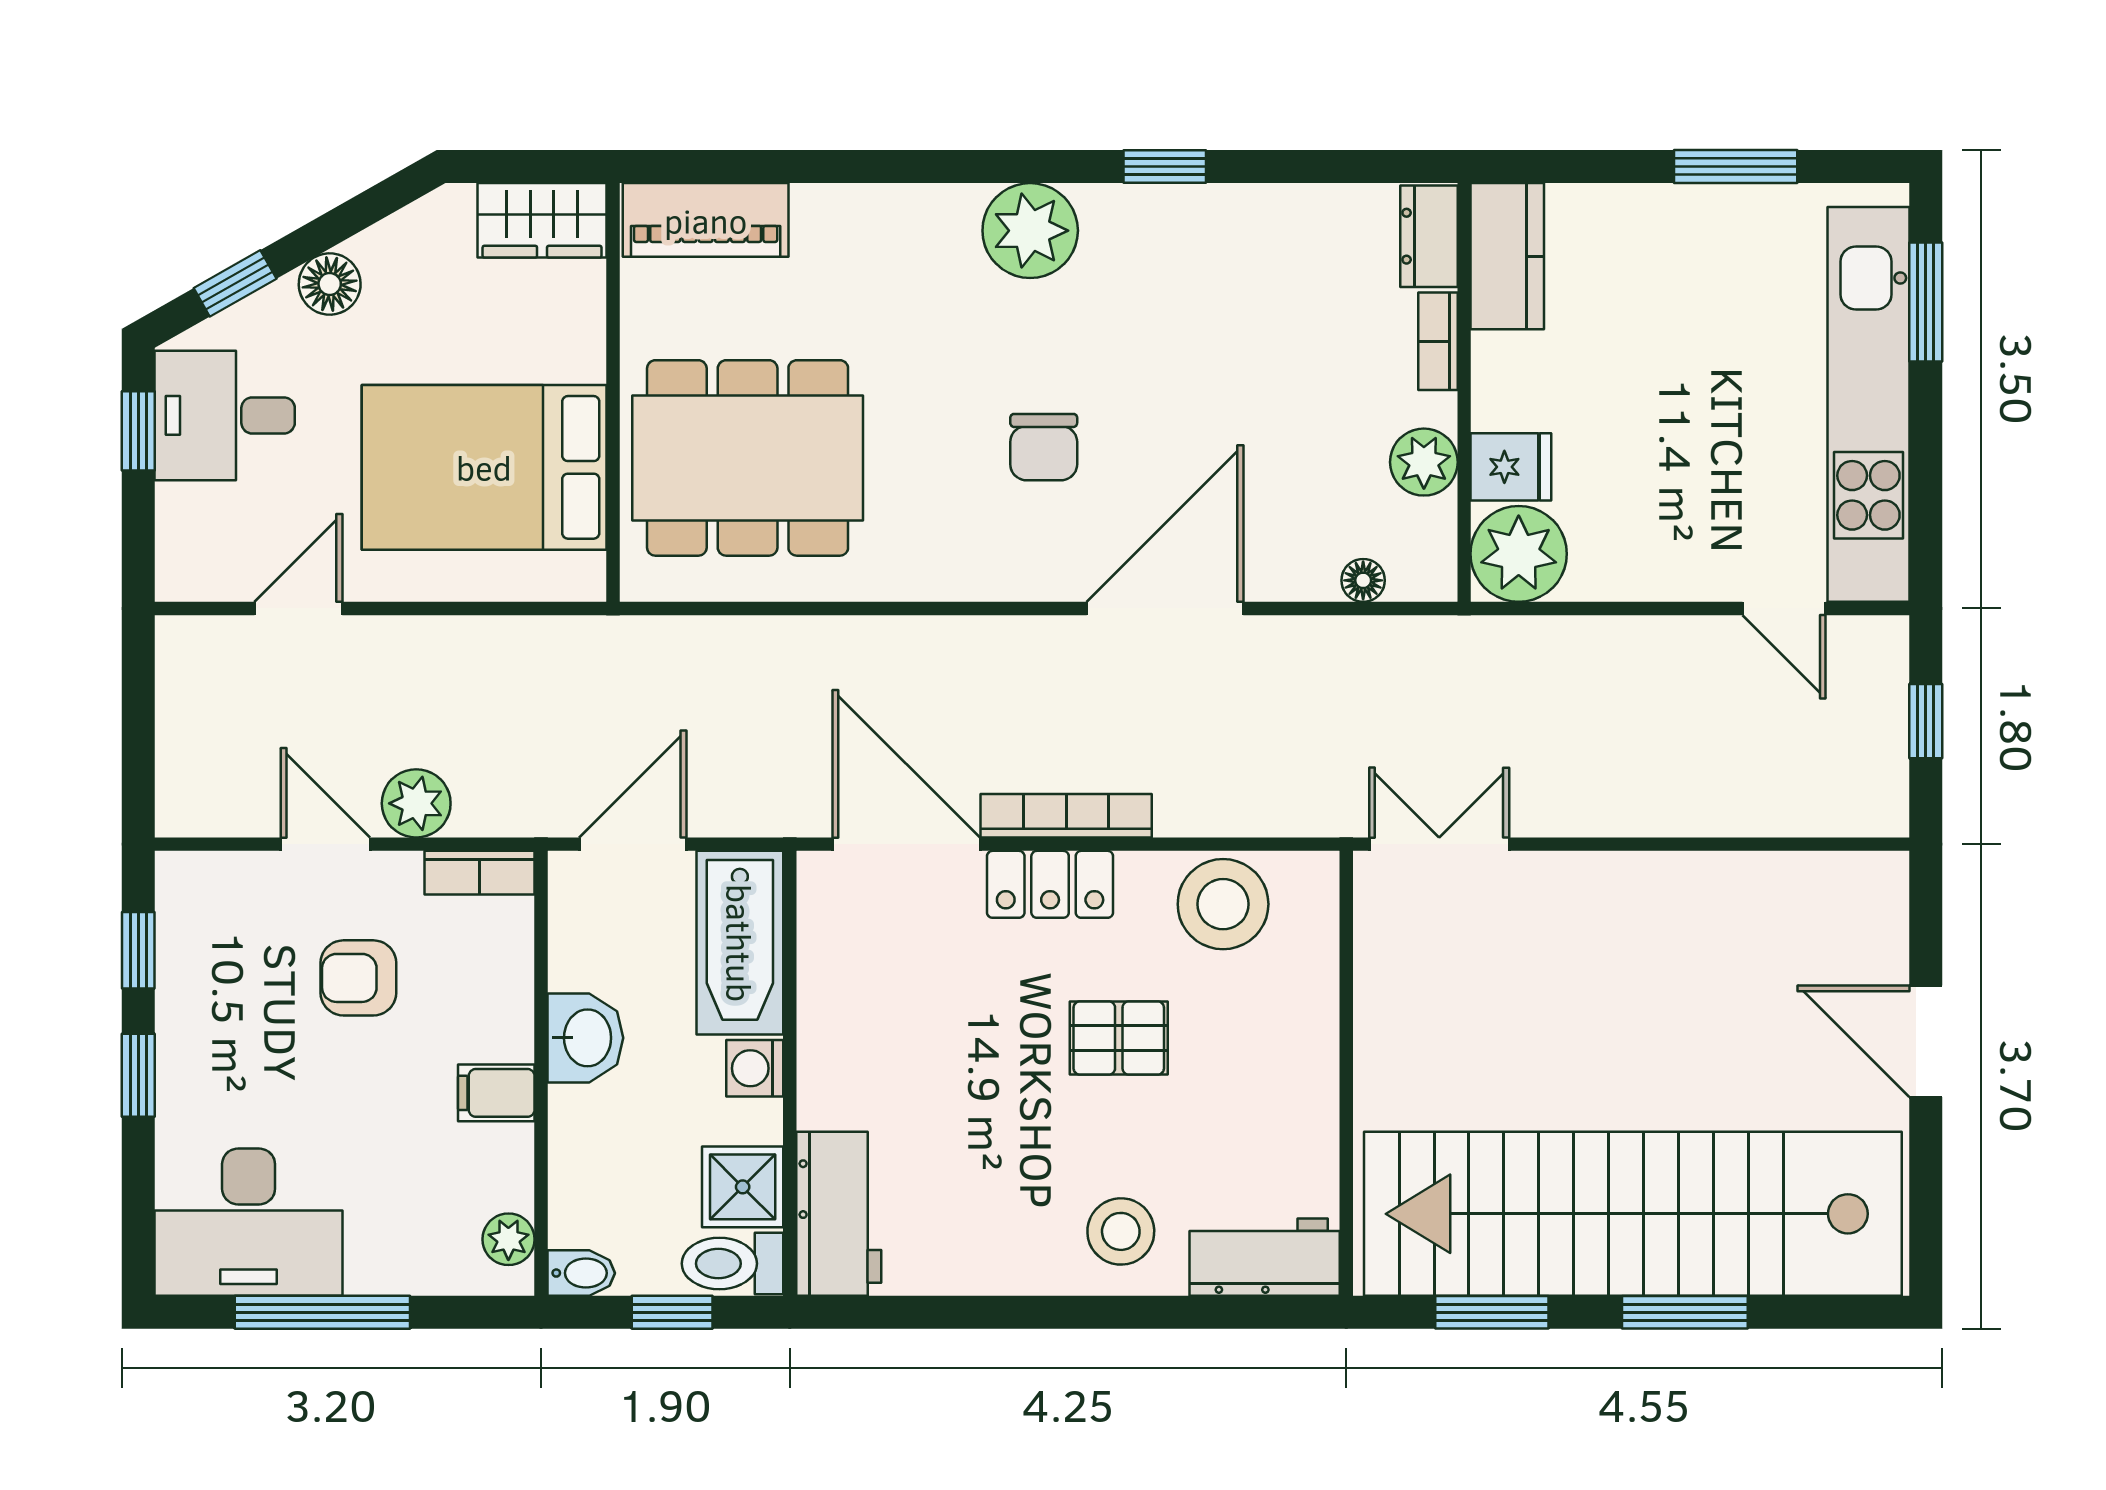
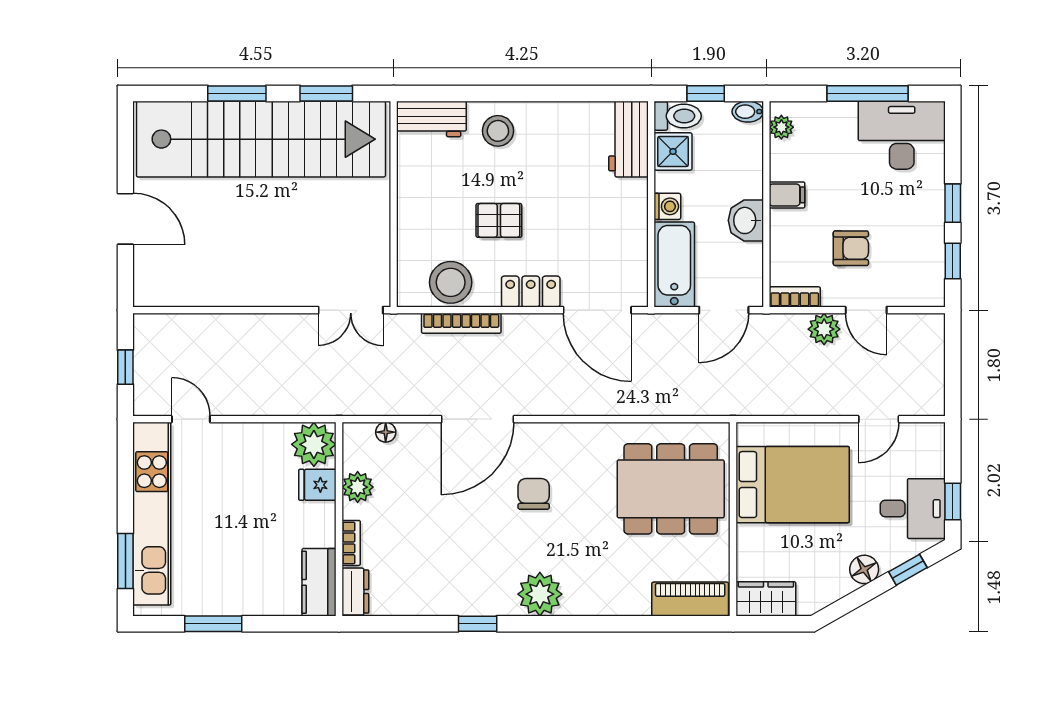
bookcase: (1066, 816) -> (461, 323), moved

